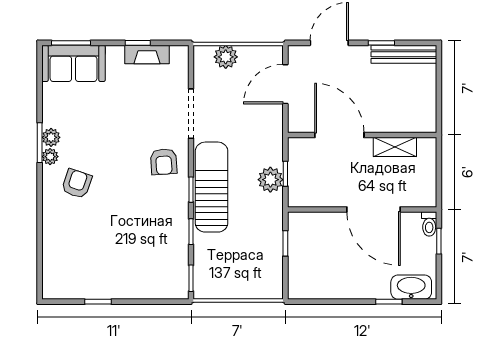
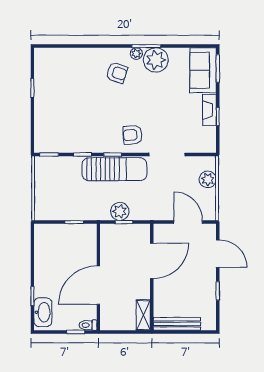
fireplace: (147, 54) -> (209, 110), moved
bench: (404, 54) -> (177, 324), moved, turned 90
plant: (51, 137) -> (156, 60), width x1.87, depth x1.87
shelving: (395, 147) -> (143, 315), moved

